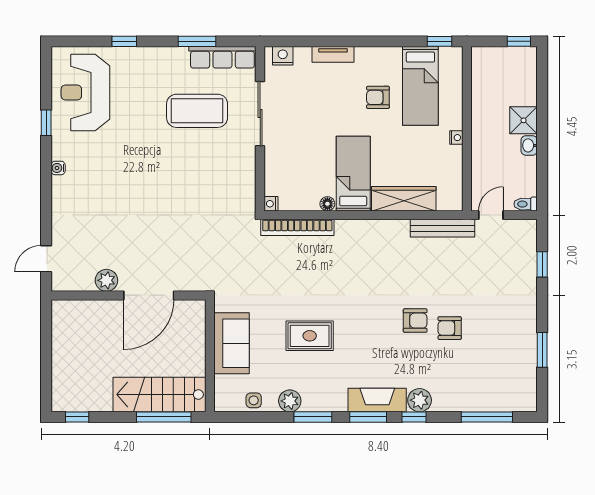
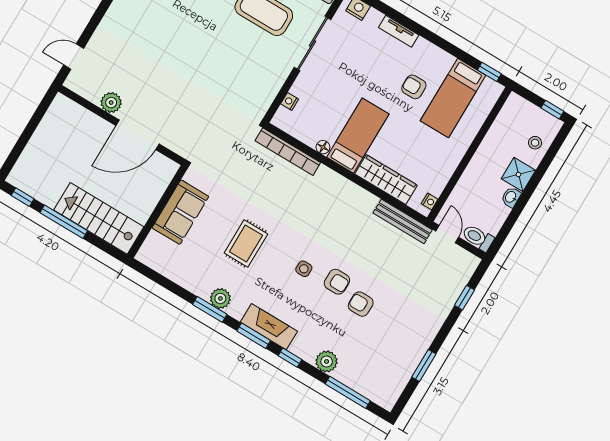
stool: (521, 82) -> (535, 143), added
nightstand: (456, 138) -> (430, 201), moved
nightstand: (271, 204) -> (290, 101), moved
toilet: (526, 204) -> (478, 238), width x1.37, depth x1.39
door: (491, 215) -> (447, 234), hinge flipped
rug: (310, 336) -> (246, 243), turned 90
side table: (254, 400) -> (304, 269), moved
plant: (420, 400) -> (327, 361), moved
plant: (290, 401) -> (220, 298), moved
window: (164, 417) -> (64, 222), moved

